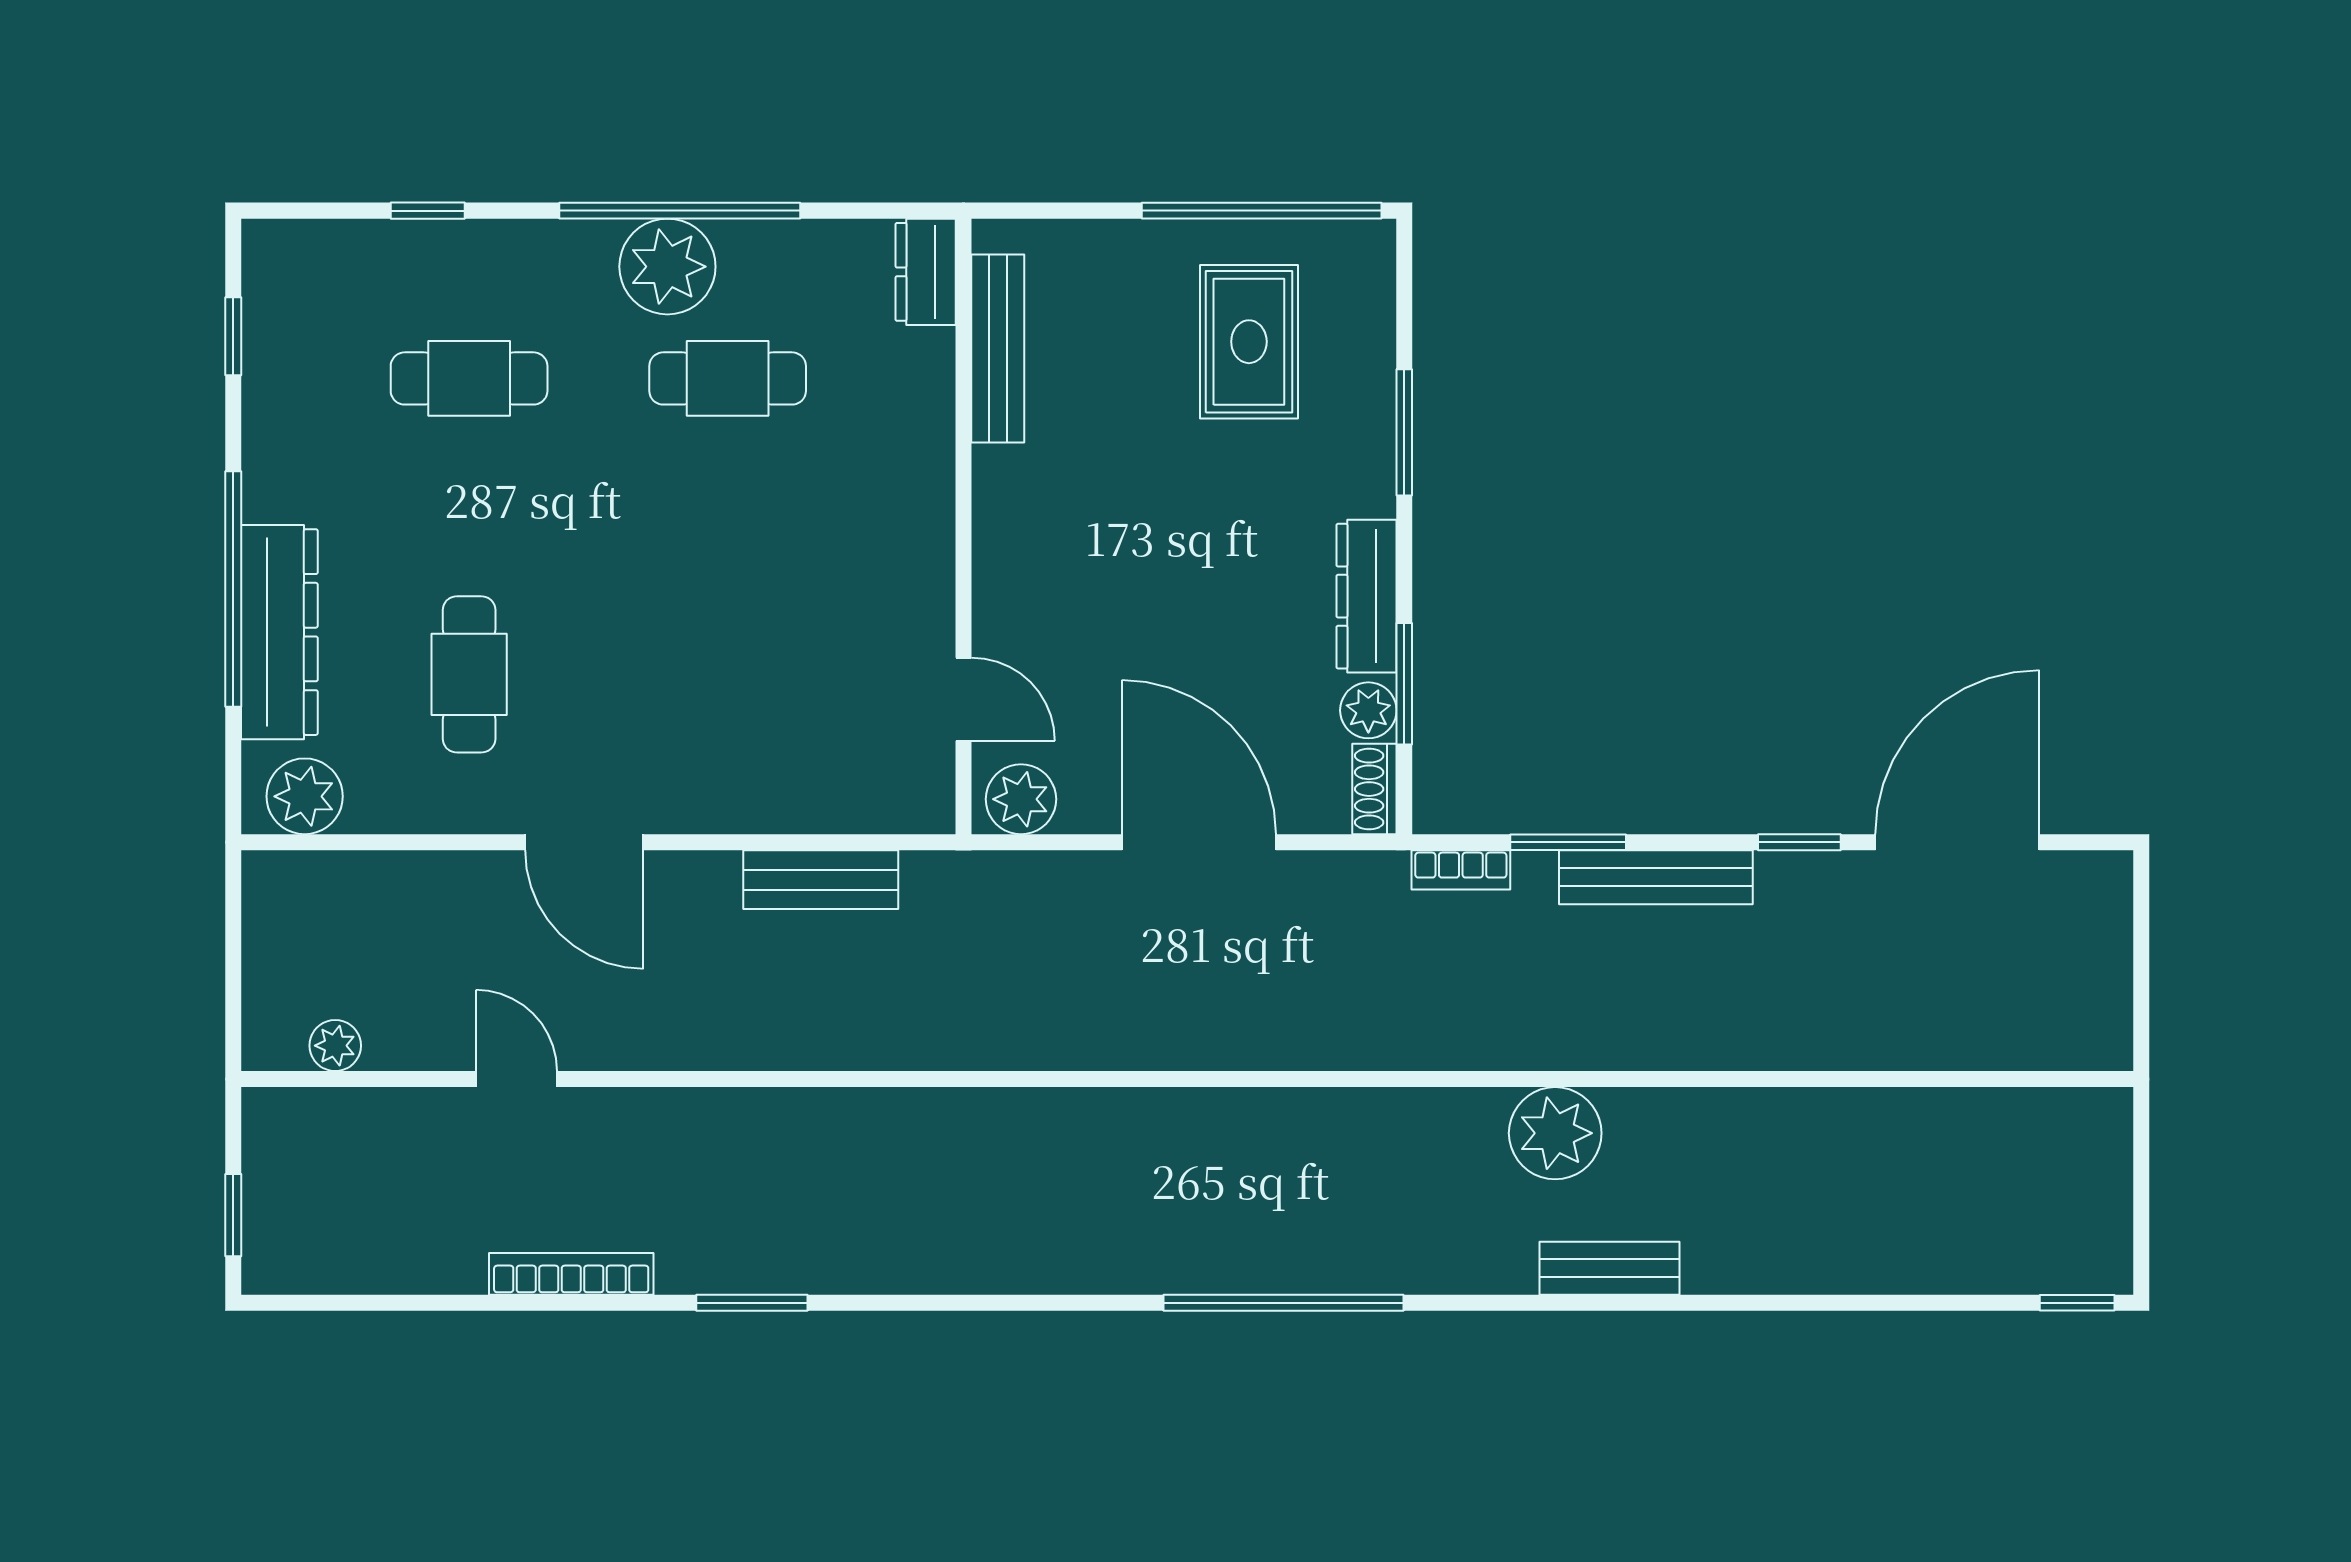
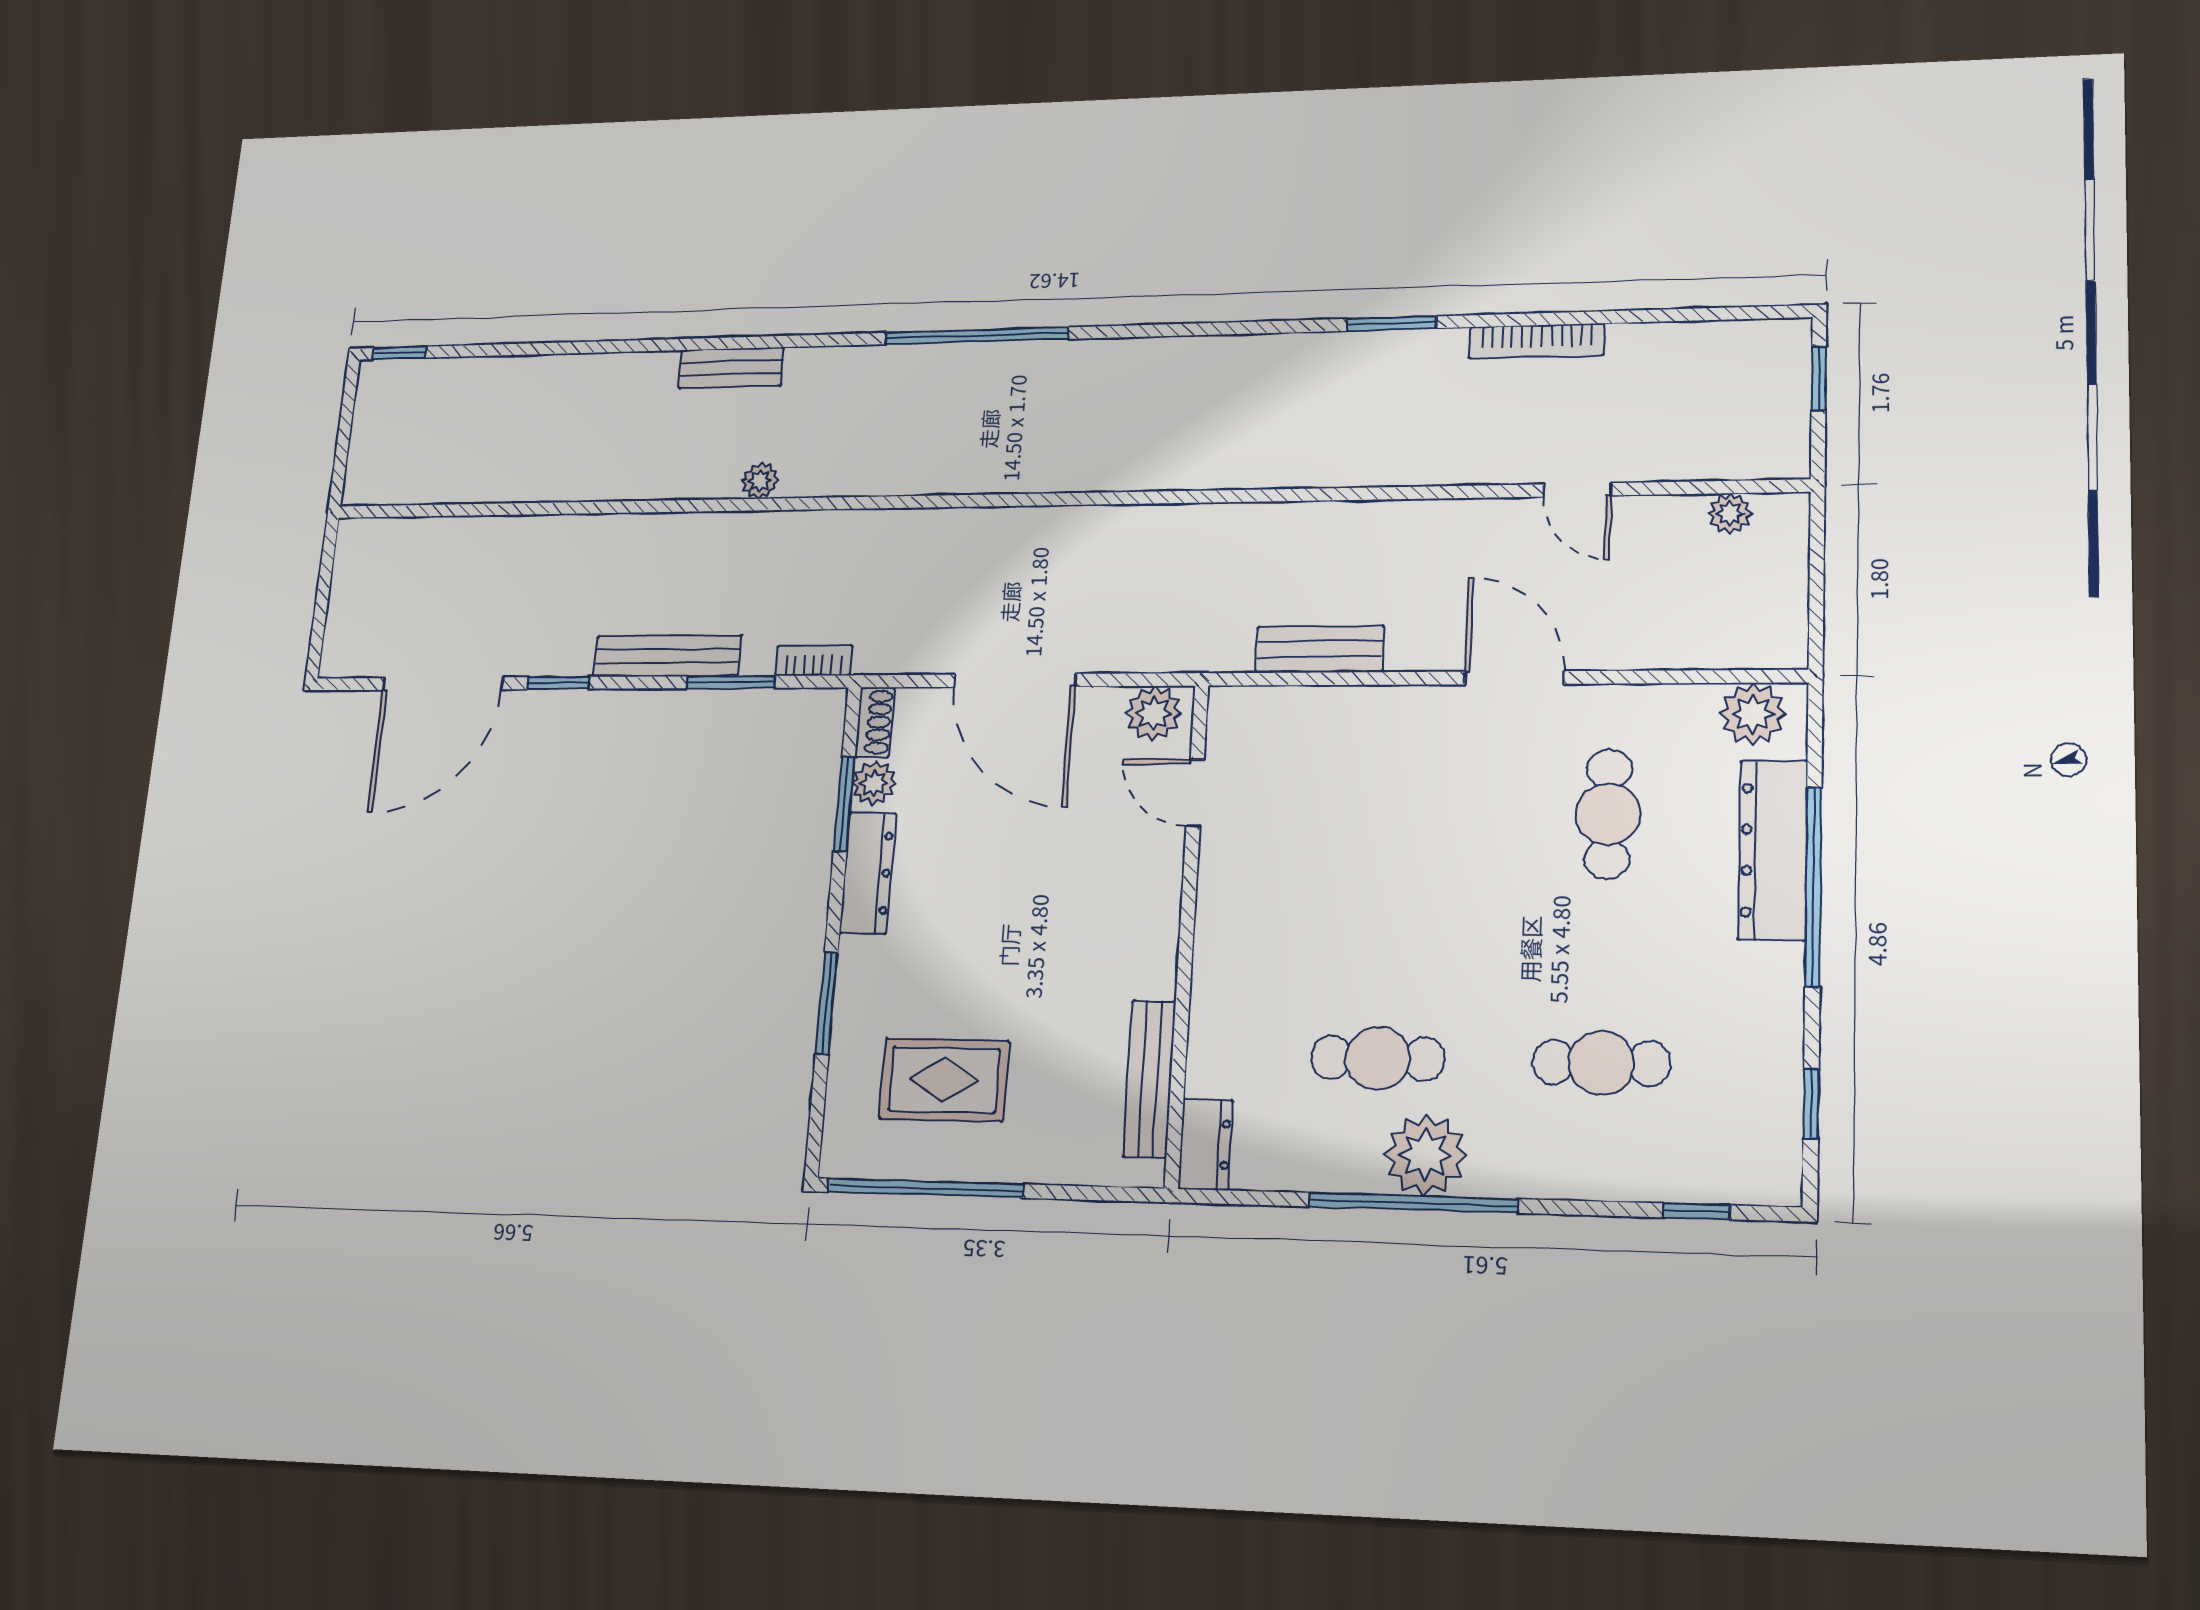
window: (428, 211) -> (1697, 1211), moved
rug: (1249, 342) -> (944, 1080), turned 90
plant: (1555, 1133) -> (760, 481), width x0.53, depth x0.53

